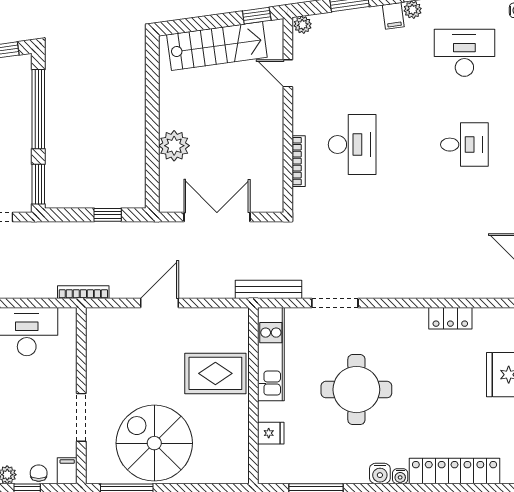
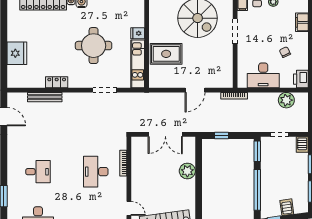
desk: (464, 145) -> (38, 172), turned 180
bench: (268, 289) -> (45, 97), moved
locker: (450, 318) -> (57, 82), moved
fridge: (271, 433) -> (138, 33), moved

